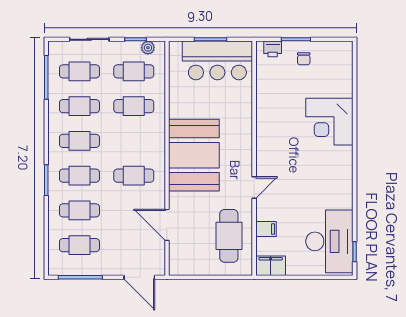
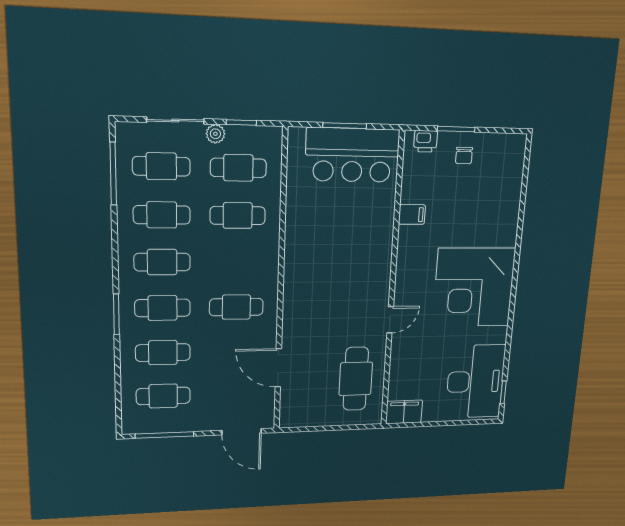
plant: (148, 48) -> (215, 134), moved
corner desk: (329, 122) -> (474, 287), moved, width x1.36, depth x1.36
booth: (194, 155) -> (316, 280), removed
filing cabinet: (266, 229) -> (412, 214), moved

